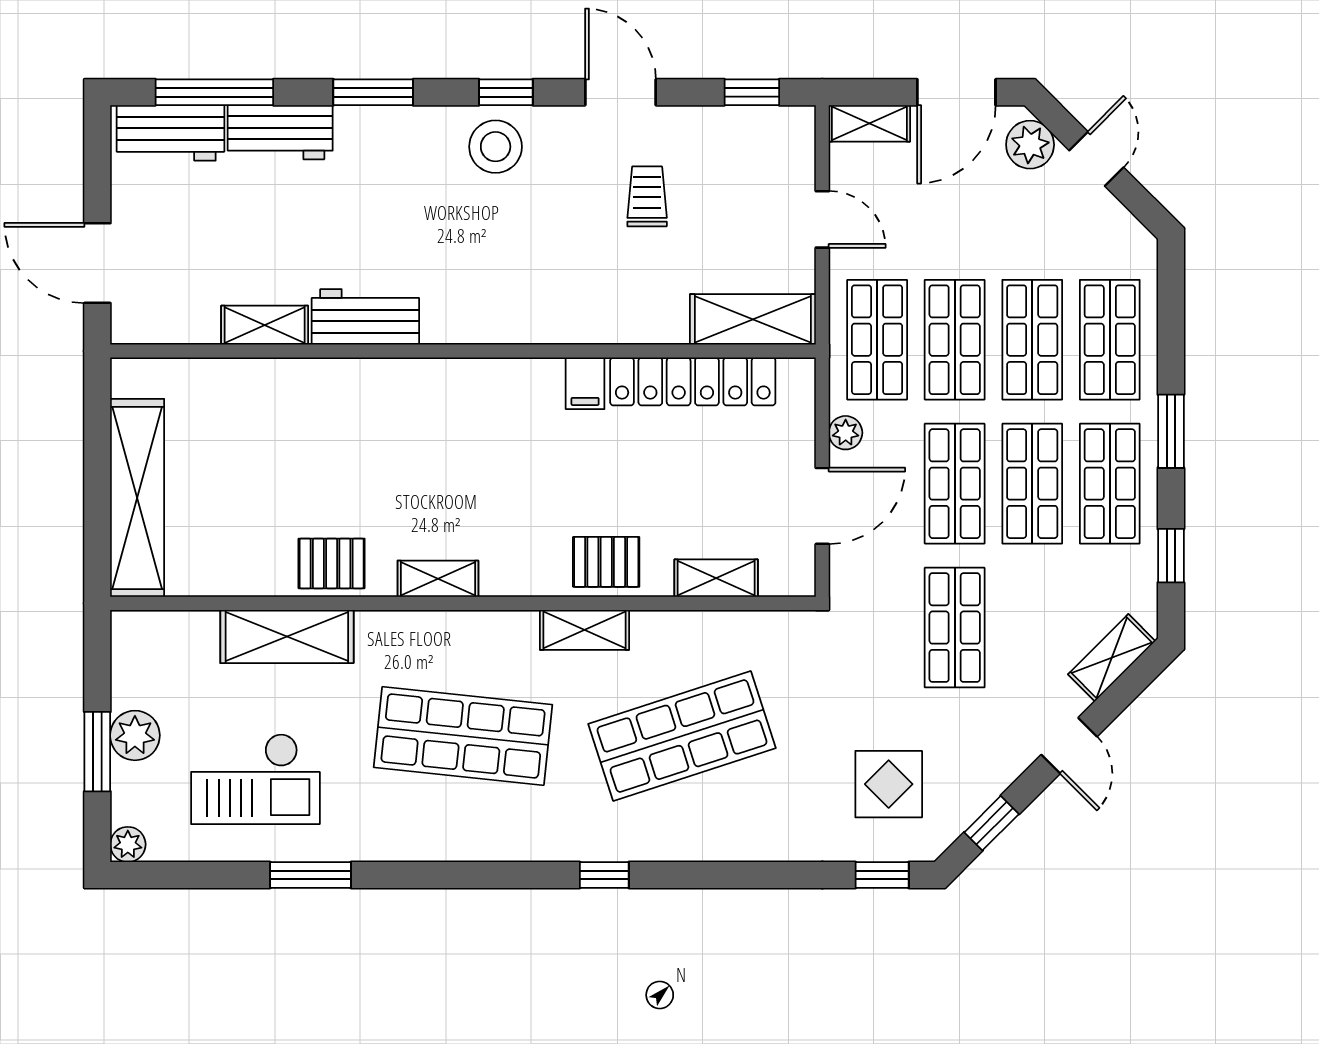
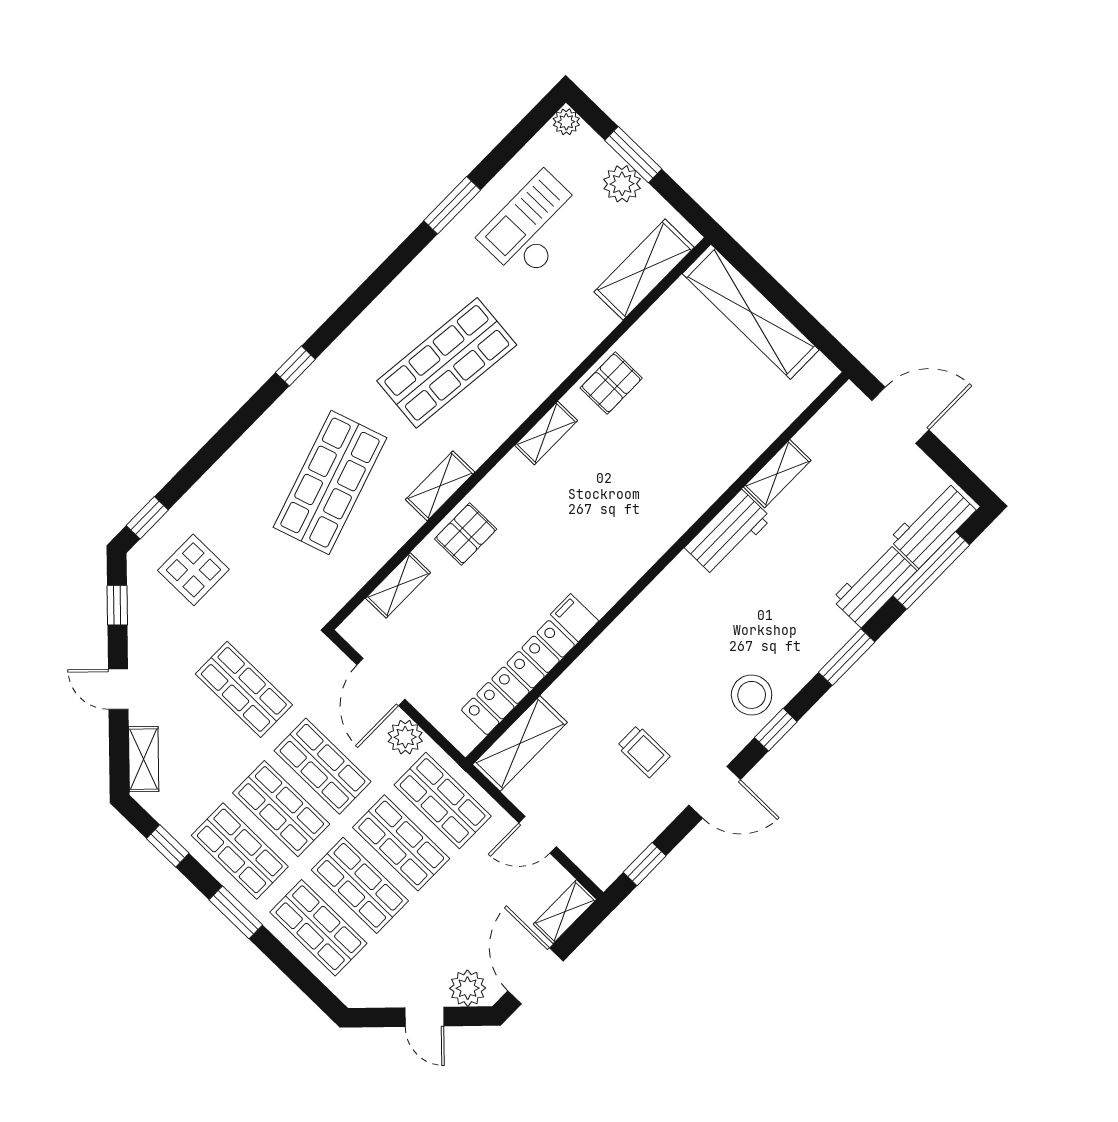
plant: (846, 433) -> (405, 737), width x1.38, depth x1.38
shelving: (287, 636) -> (644, 270), moved

